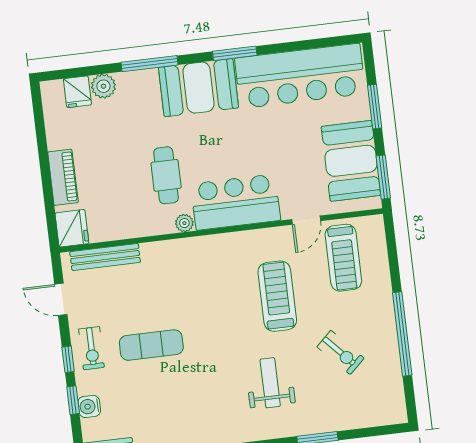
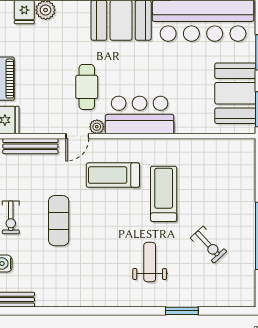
door: (306, 220) -> (77, 136), moved
treadmill: (343, 258) -> (113, 175), moved, turned 90
exercise mat: (151, 345) -> (59, 221), turned 90

